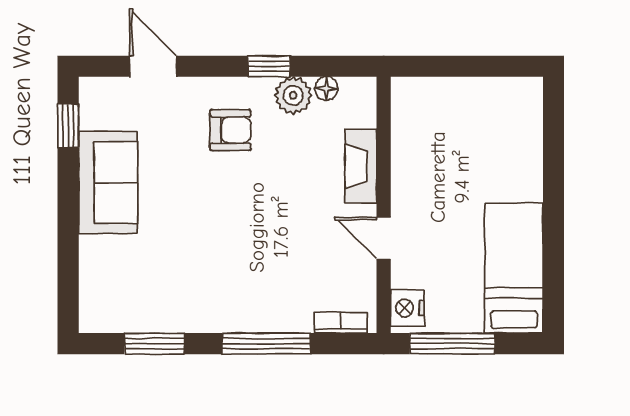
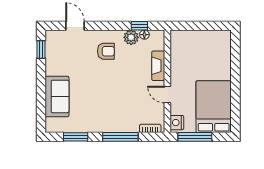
window: (269, 66) -> (139, 26), moved
sofa: (108, 183) -> (57, 96), moved
bed: (514, 268) -> (214, 107), width x1.50

